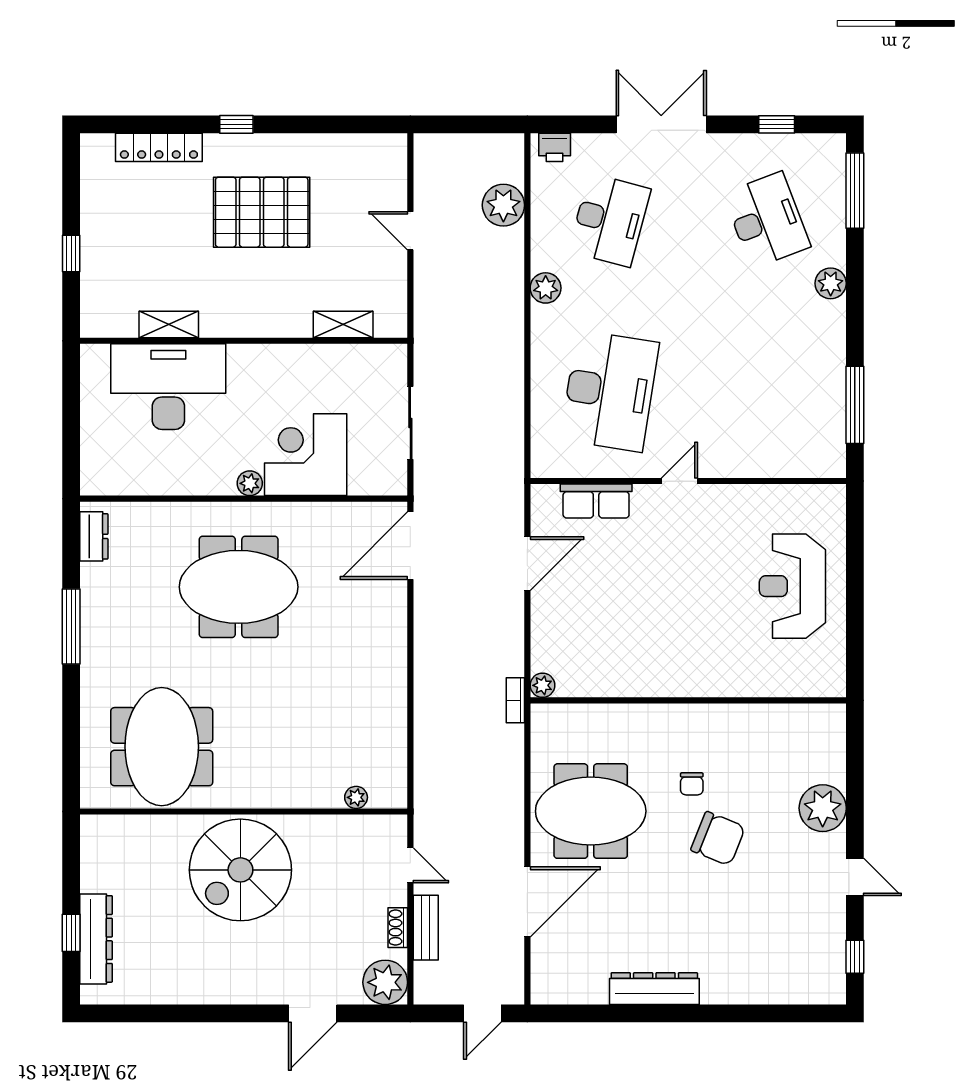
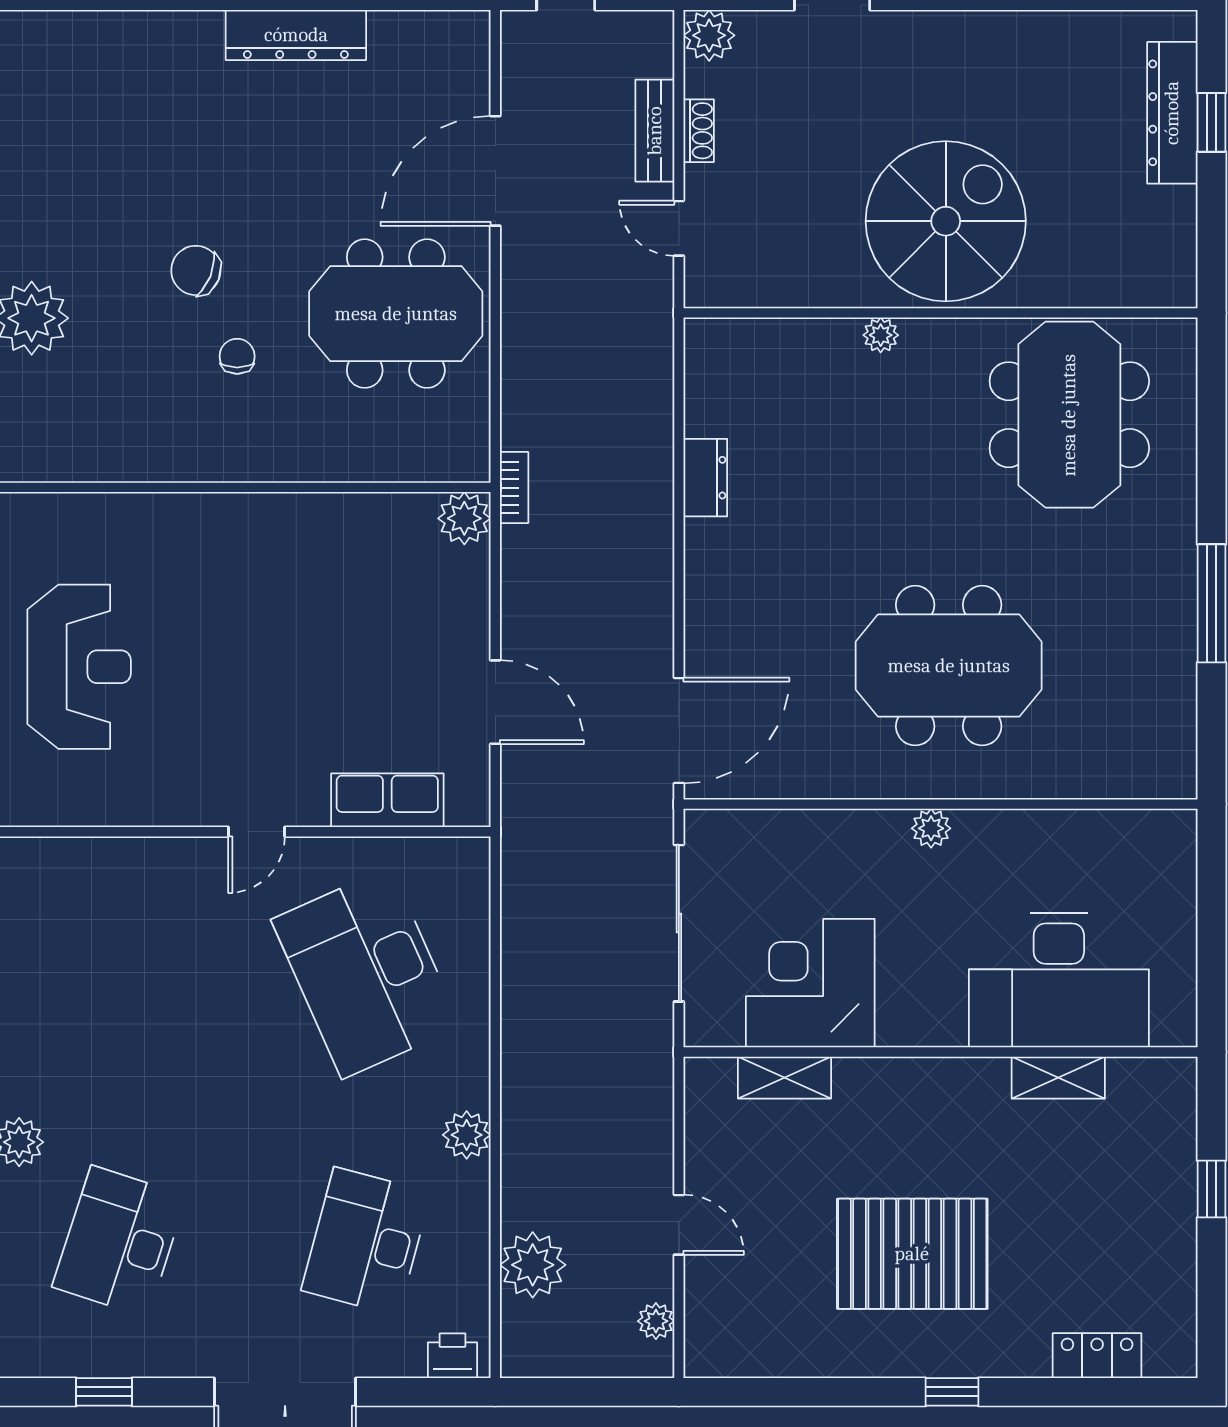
locker: (159, 147) -> (1097, 1356), width x0.66
plant: (425, 169) -> (656, 1321), added
desk: (767, 220) -> (119, 1241), turned 39
desk: (610, 391) -> (366, 973), turned -33
sliding door: (410, 423) -> (679, 923), width x1.37
corner desk: (306, 455) -> (810, 983), moved, turned 180
dresser: (94, 536) -> (705, 478), moved, turned 180
door: (527, 564) -> (495, 702), swing flipped
plant: (542, 685) -> (464, 518), width x1.38, depth x1.38
plant: (356, 797) -> (881, 335), moved
chair: (718, 839) -> (196, 270), width x0.73, depth x0.73
plant: (385, 982) -> (709, 35), width x0.73, depth x0.73

